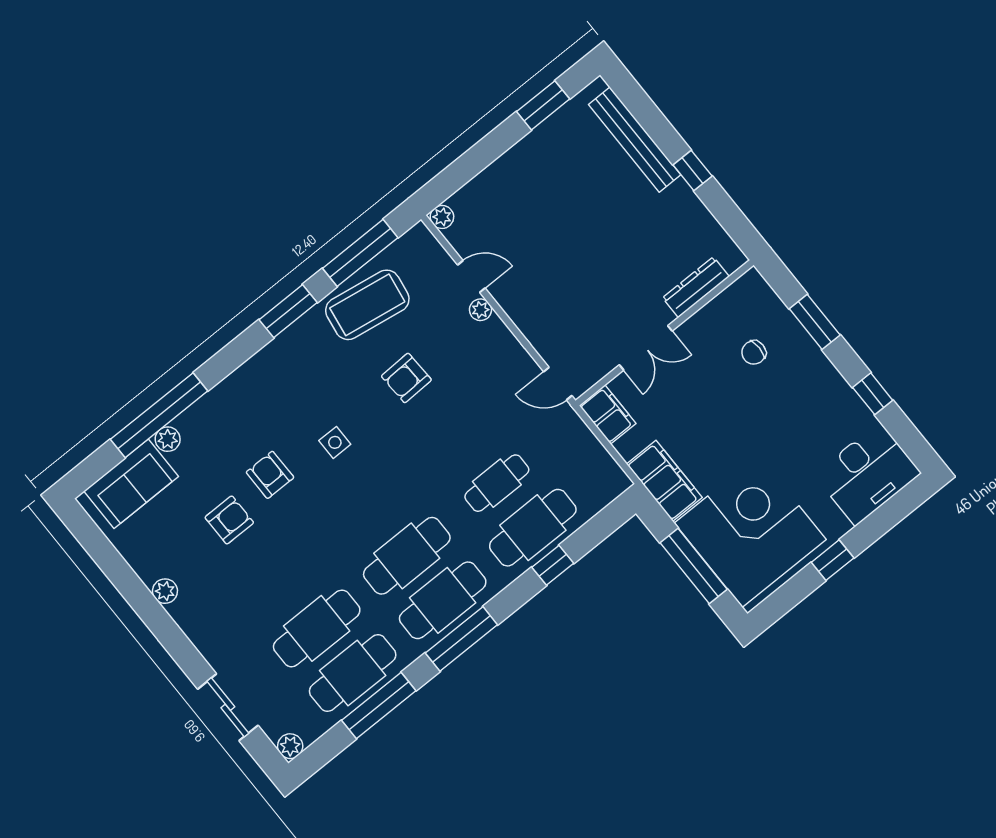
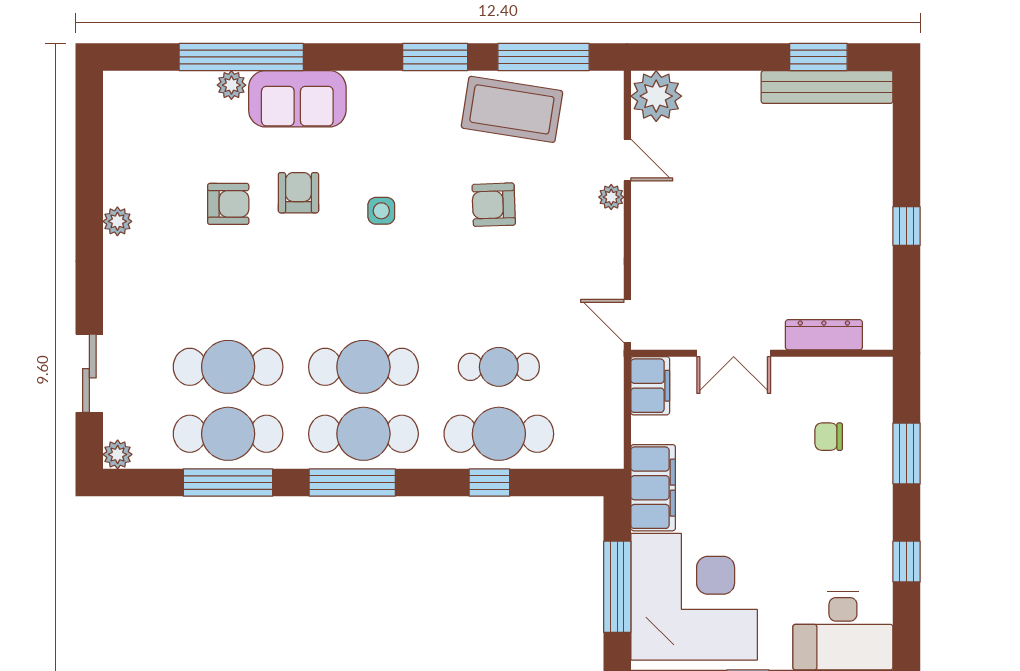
bench: (635, 140) -> (827, 87), moved, turned 90
plant: (442, 217) -> (656, 96), width x1.87, depth x1.87
sofa: (131, 484) -> (297, 99), moved

